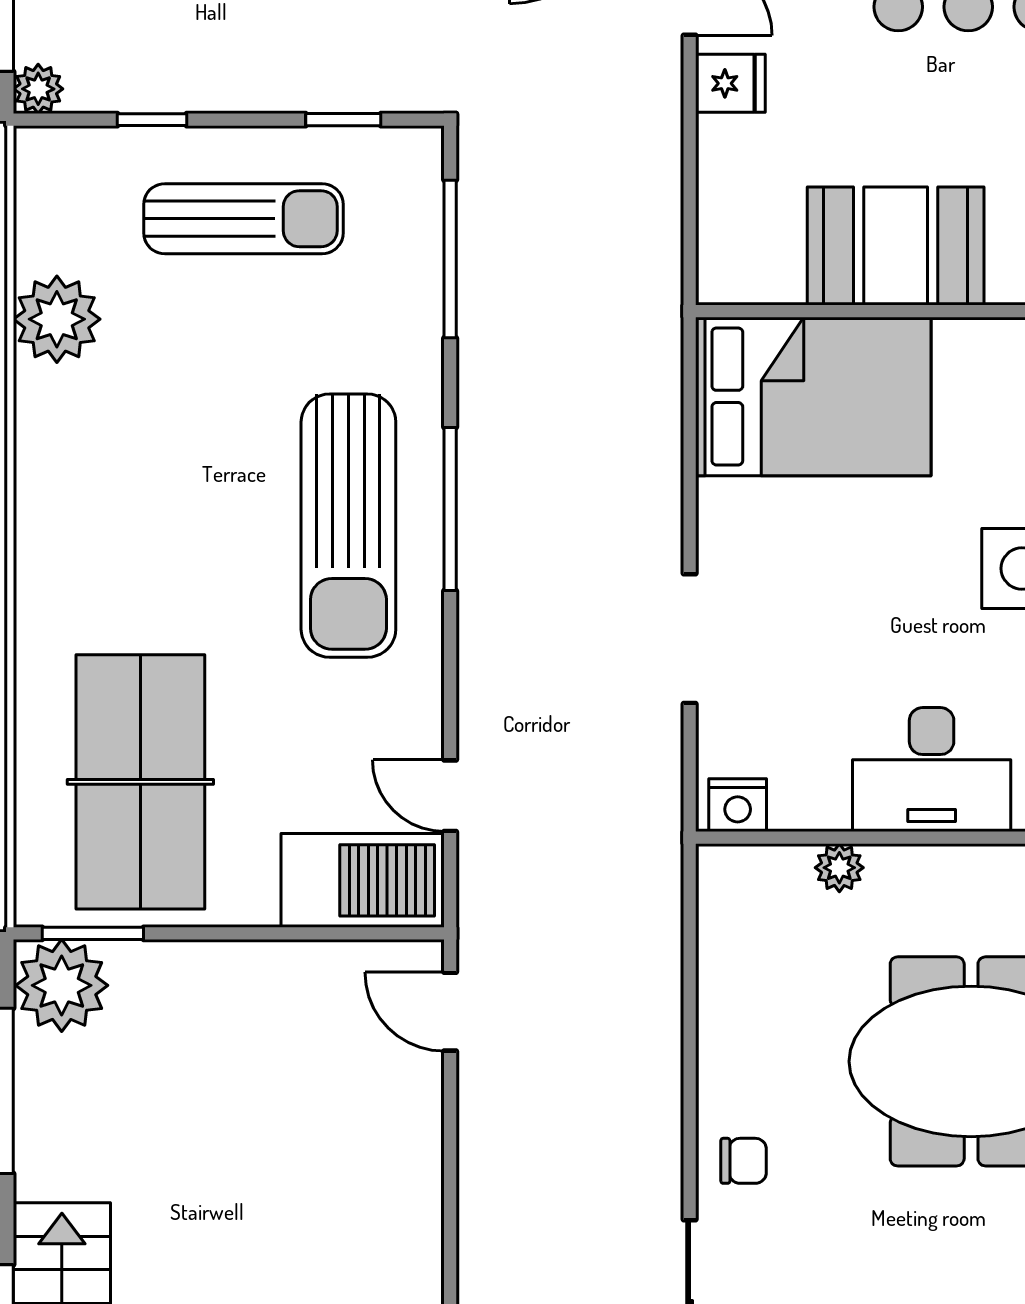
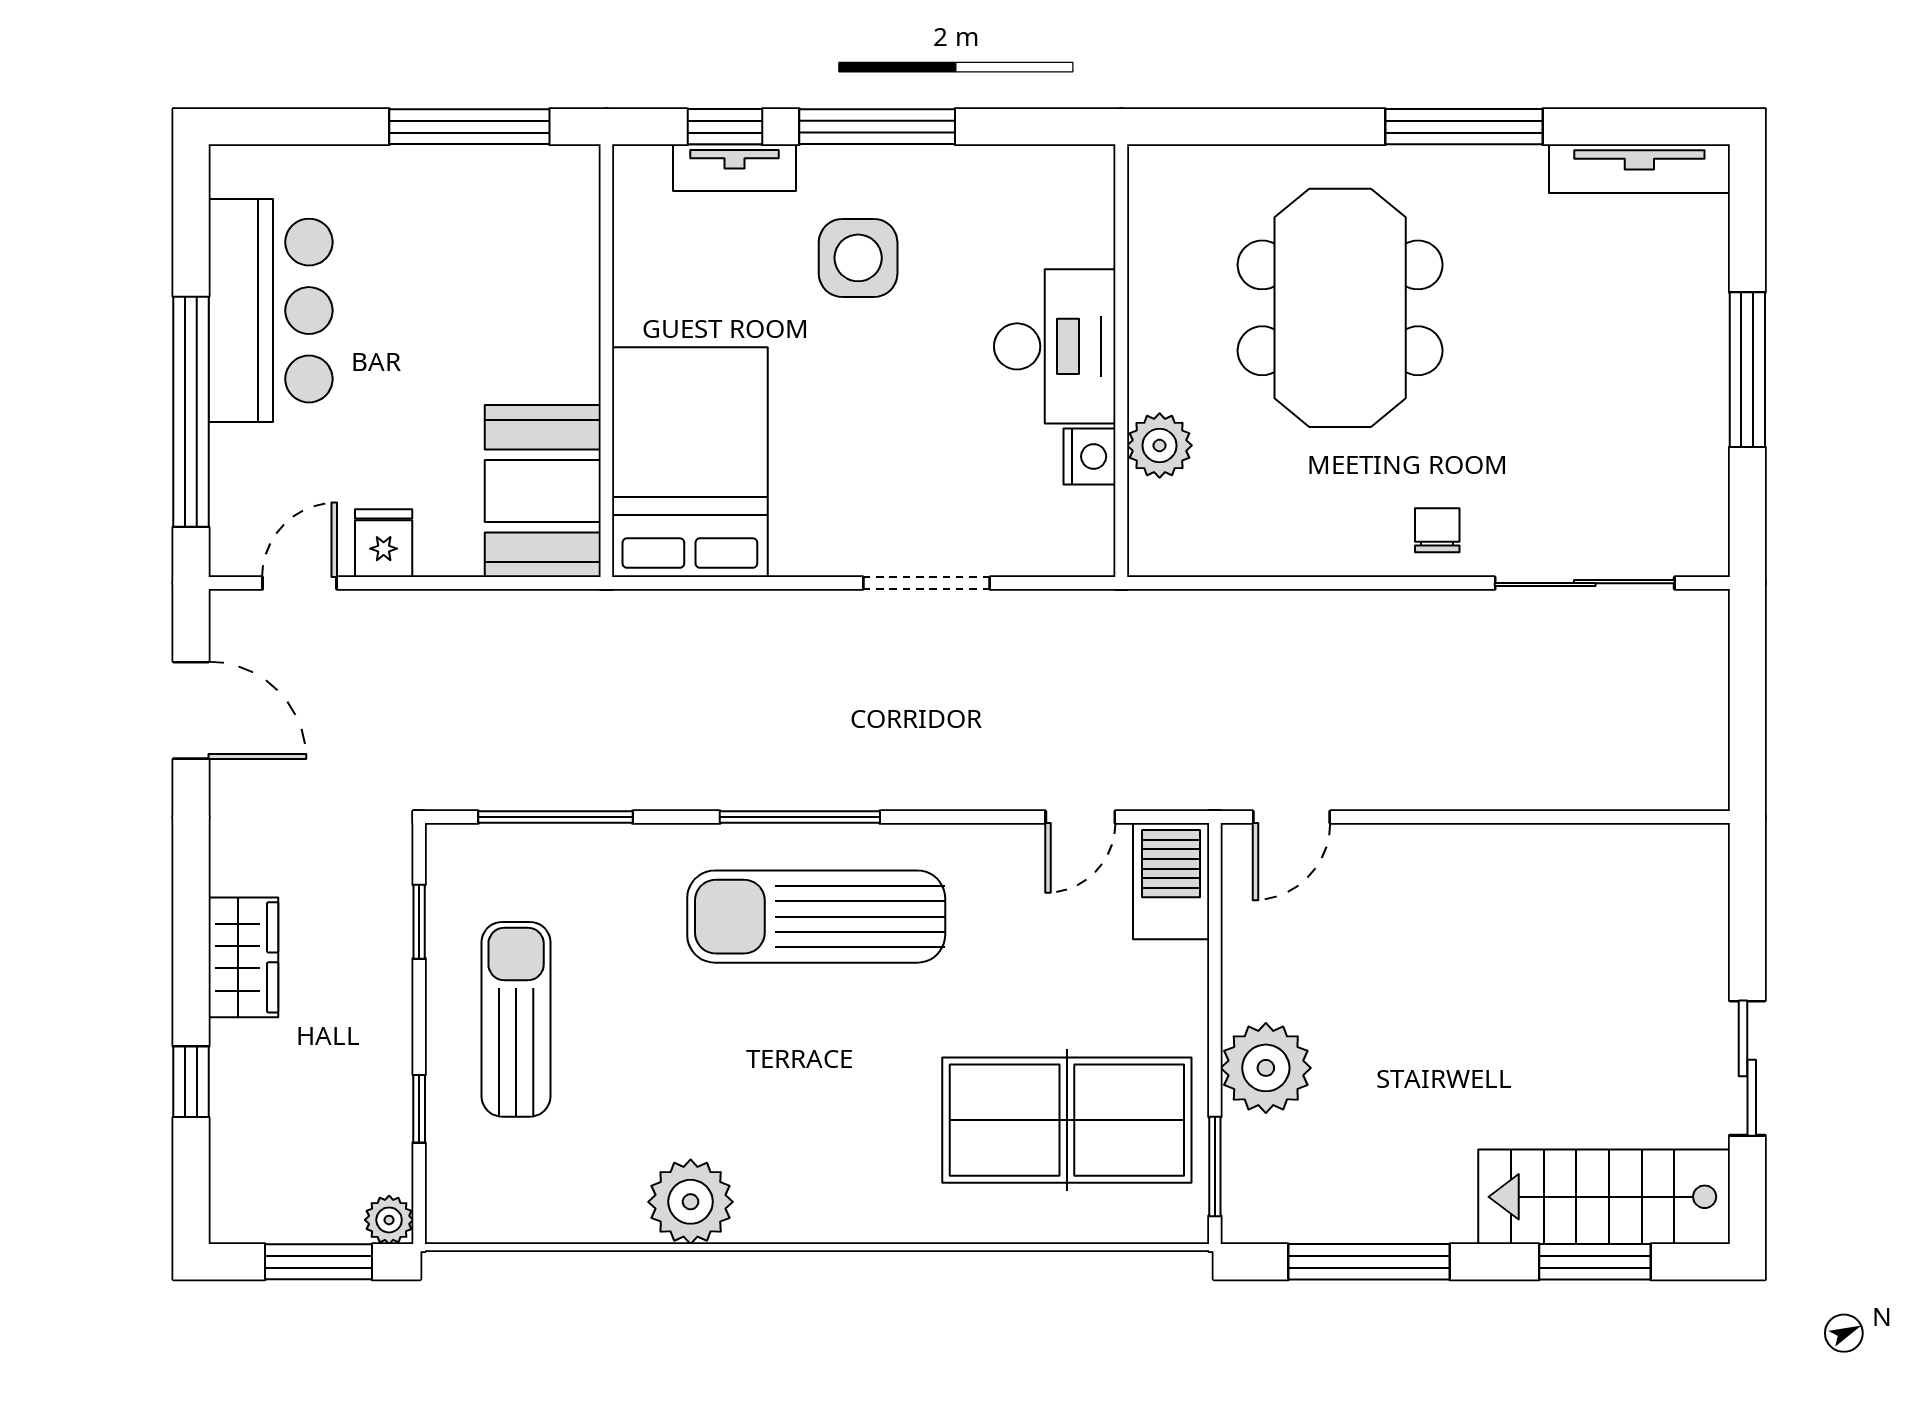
booth: (896, 246) -> (543, 491), moved
plant: (57, 319) -> (691, 1202), moved
sun lounger: (348, 526) -> (816, 917), turned 180
nightstand: (738, 805) -> (1090, 457), moved
plant: (839, 868) -> (1160, 445), width x1.38, depth x1.38
barbecue: (363, 880) -> (1171, 881), width x0.73, depth x0.83
plant: (62, 985) -> (1266, 1068), moved

